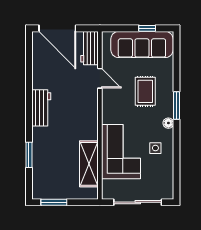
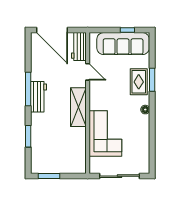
rug: (145, 91) -> (139, 82), moved
window: (29, 99) -> (28, 89), added
window: (177, 105) -> (152, 80), moved
side table: (155, 148) -> (134, 131), removed
shelving: (89, 164) -> (78, 107), moved

